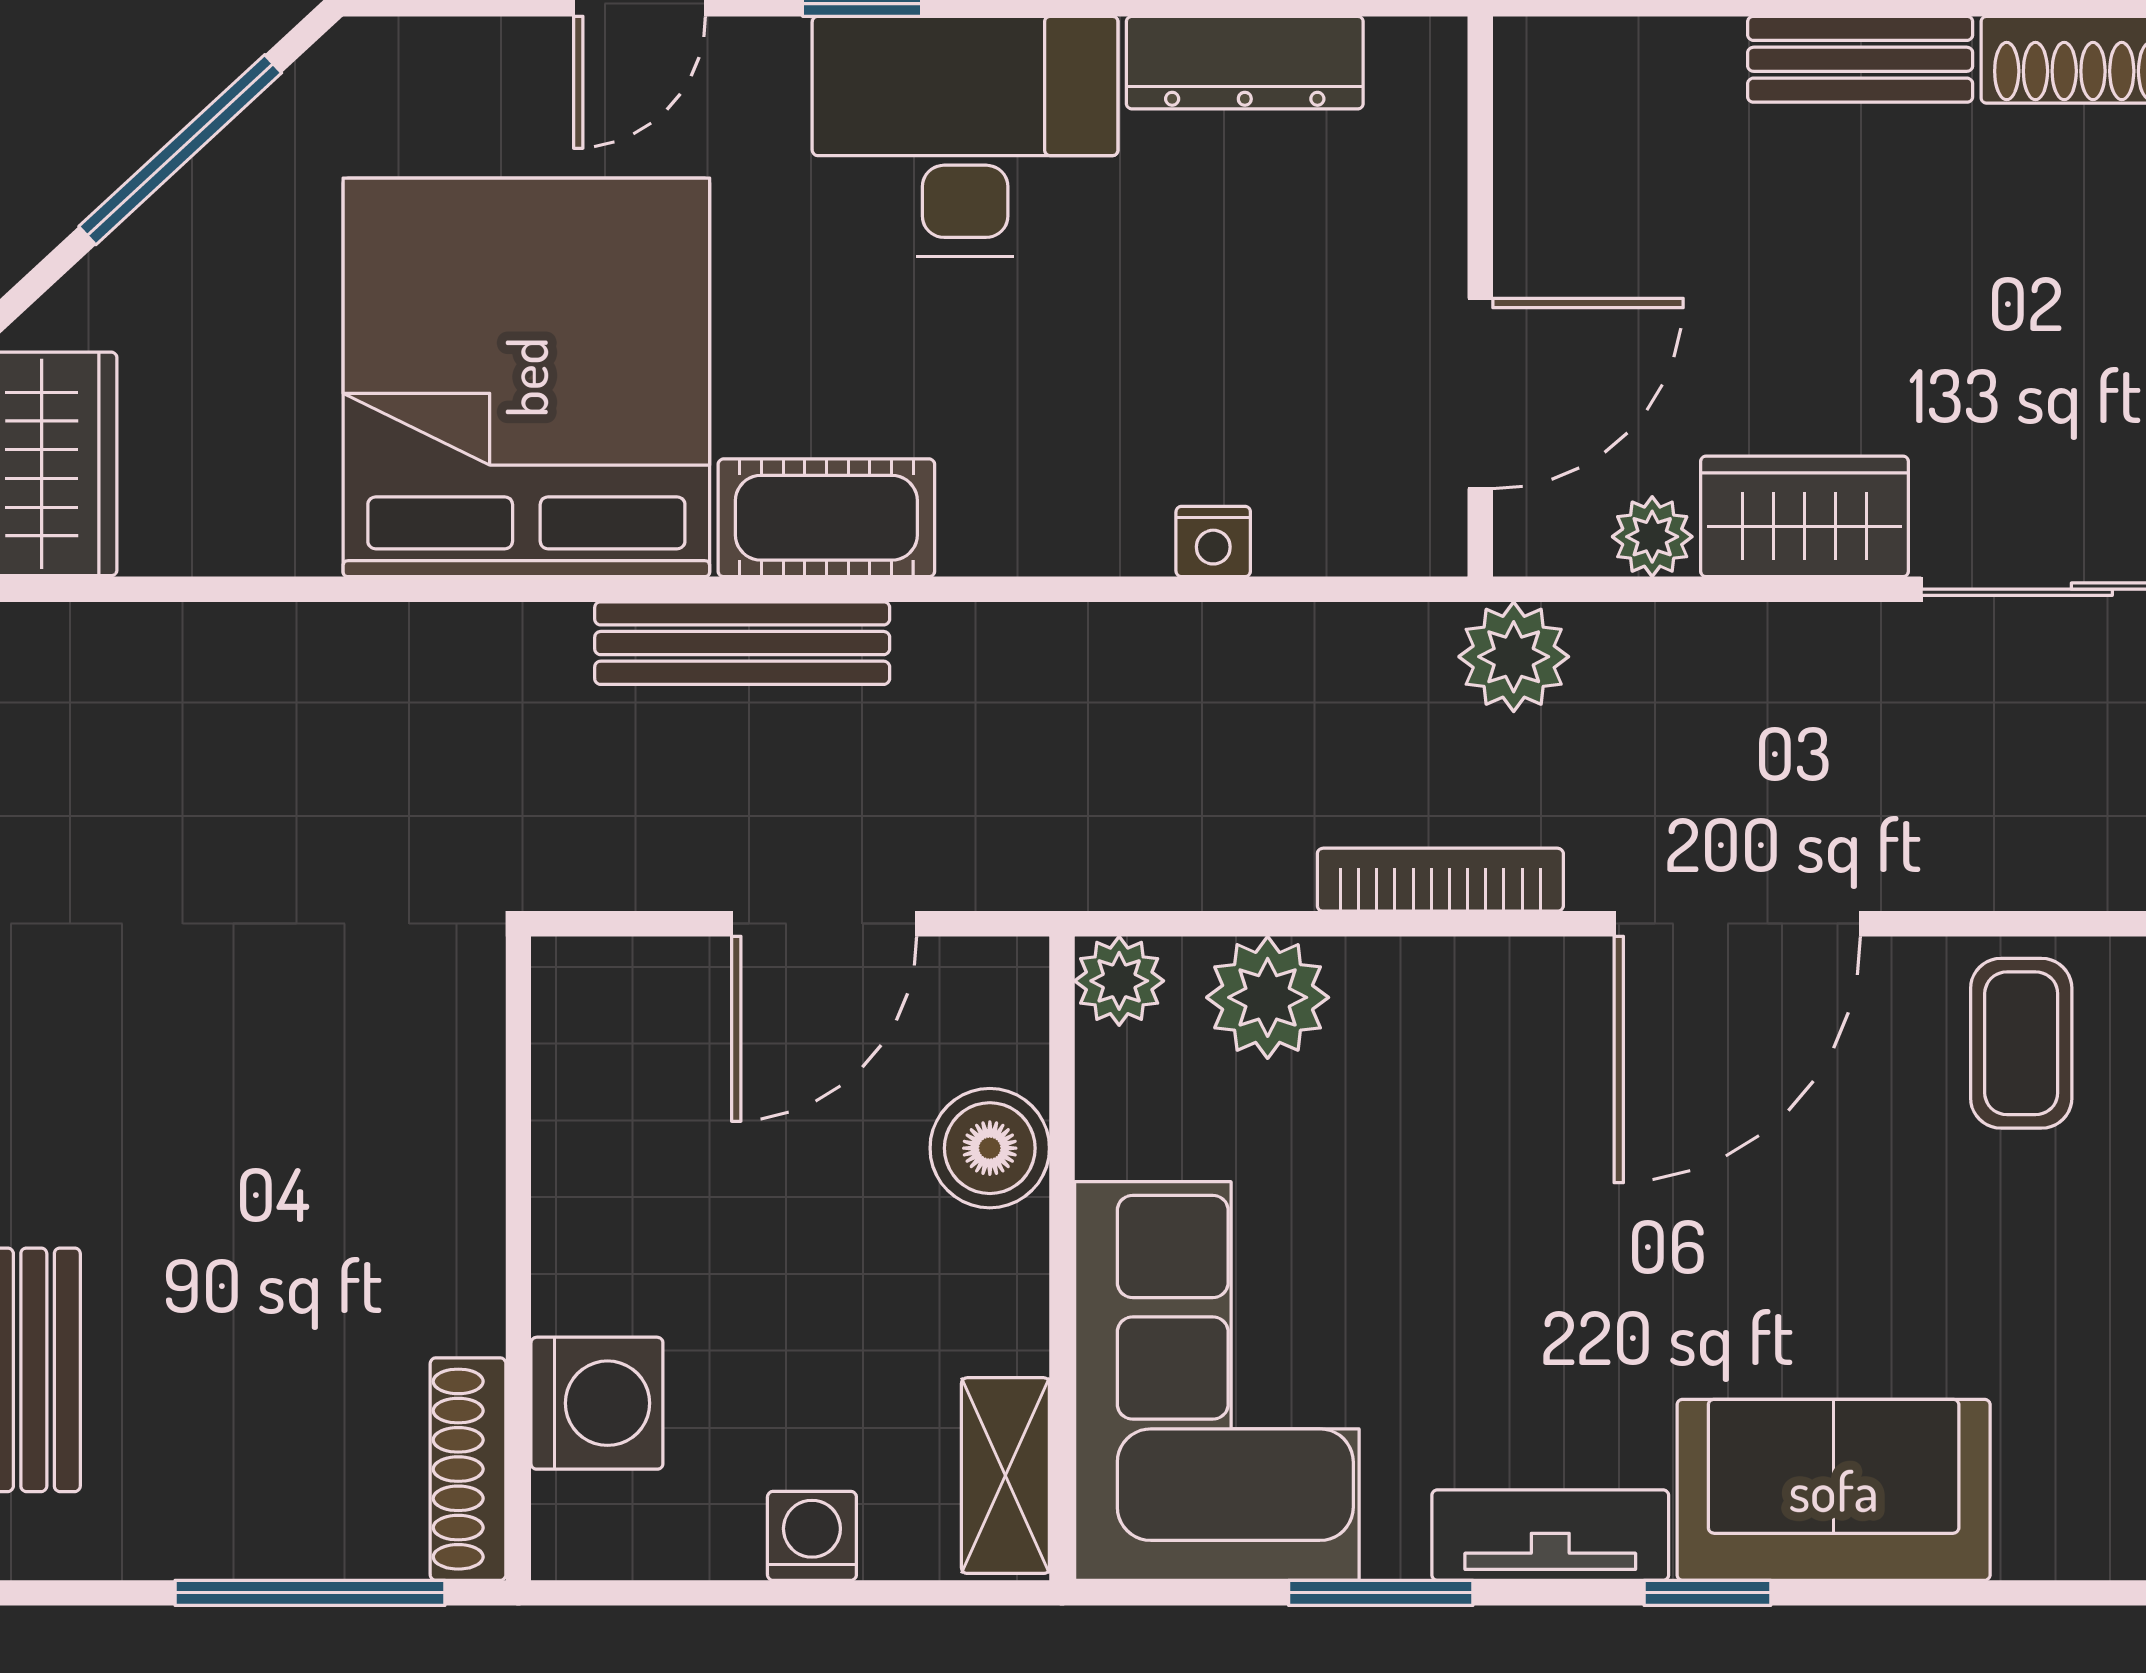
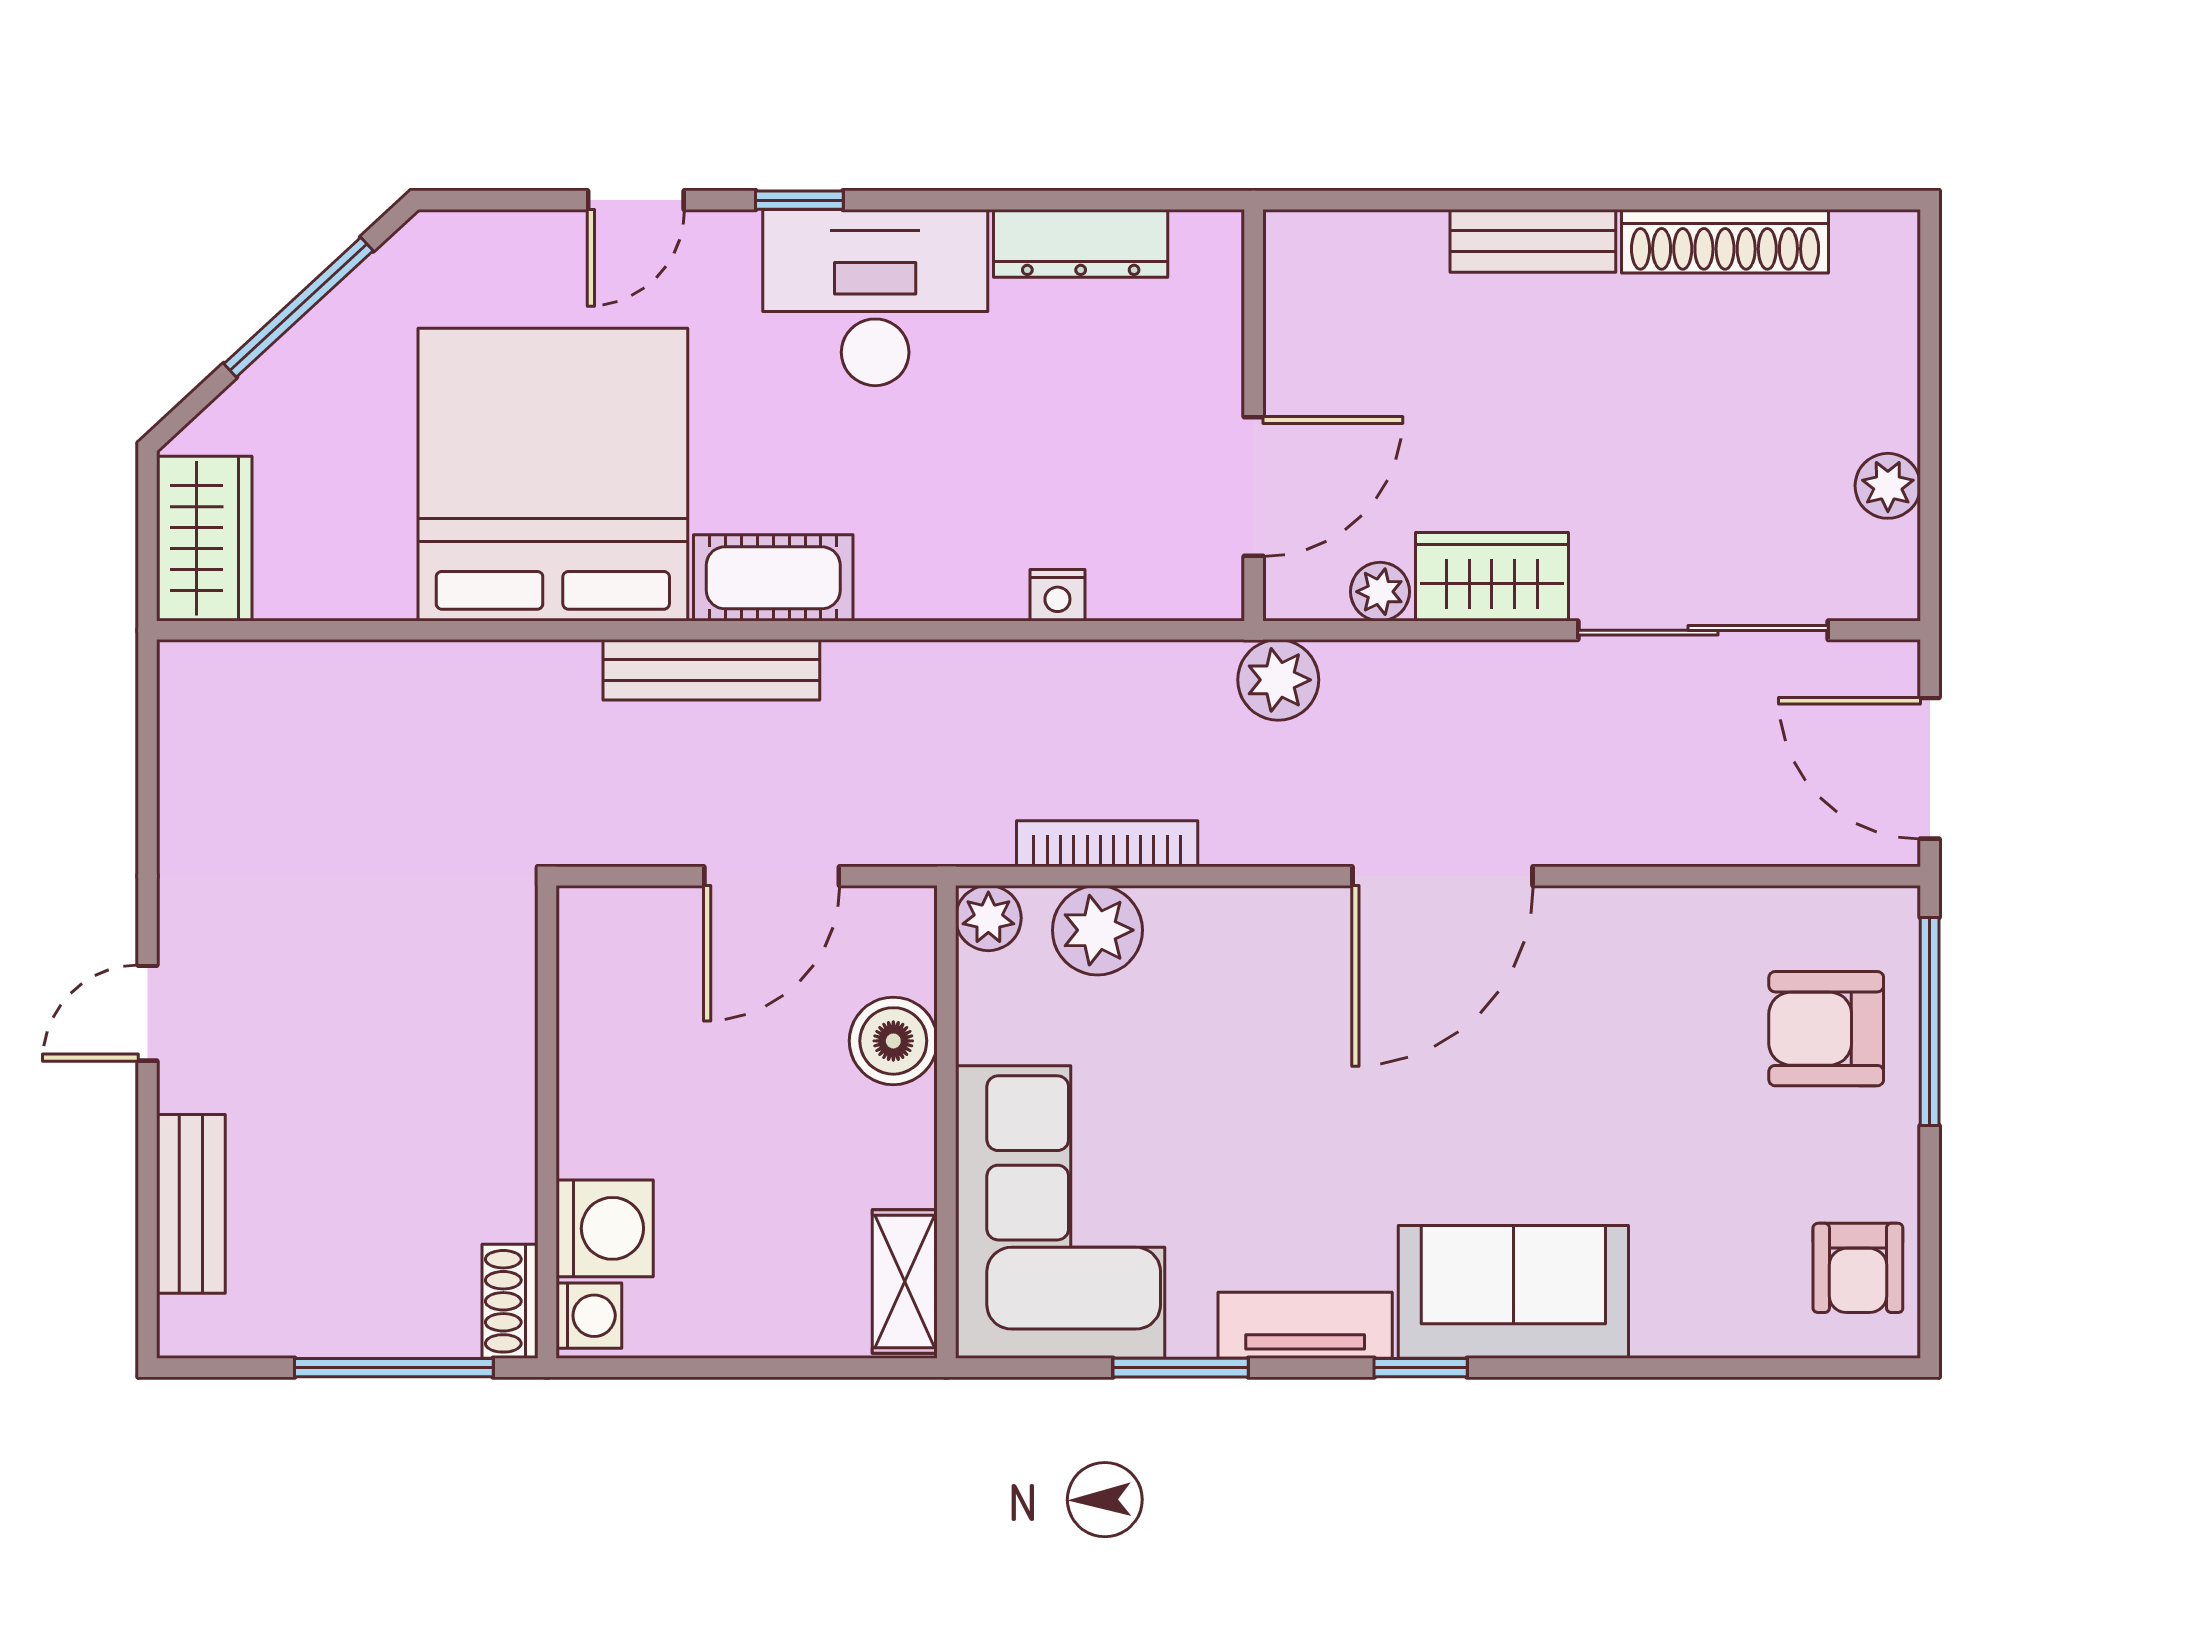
bookcase: (1440, 880) -> (1107, 844), moved
coffee table: (2021, 1043) -> (1651, 964), removed
shoe rack: (468, 1469) -> (510, 1301), width x0.70
washing machine: (812, 1536) -> (589, 1316), moved, turned 90

